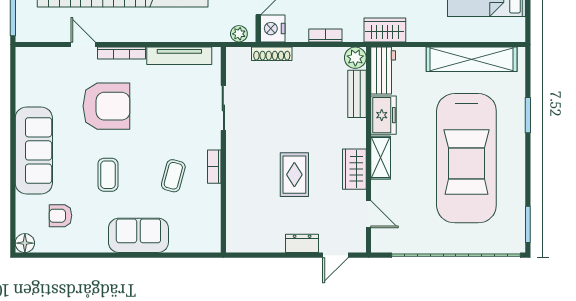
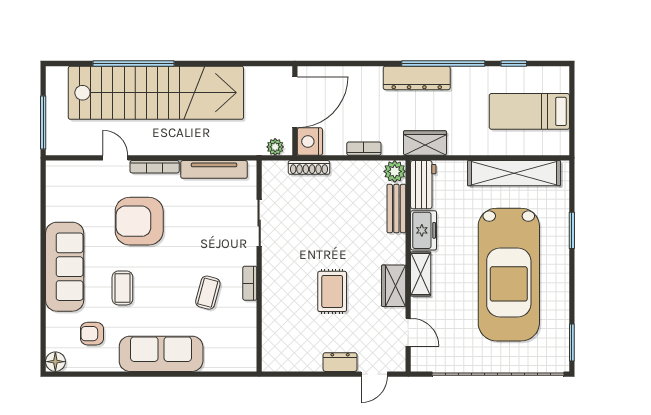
armchair: (106, 106) -> (139, 221), turned 180
coffee table: (108, 175) -> (122, 288), moved
sofa: (138, 235) -> (161, 354), width x1.36

